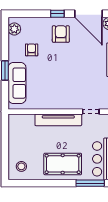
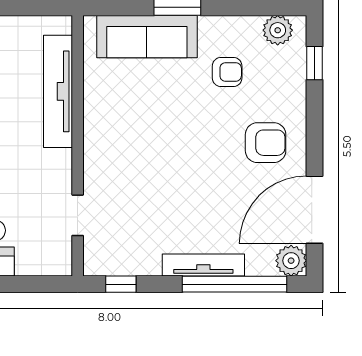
window: (57, 14) -> (315, 63), moved
tv unit: (58, 120) -> (58, 91), moved

